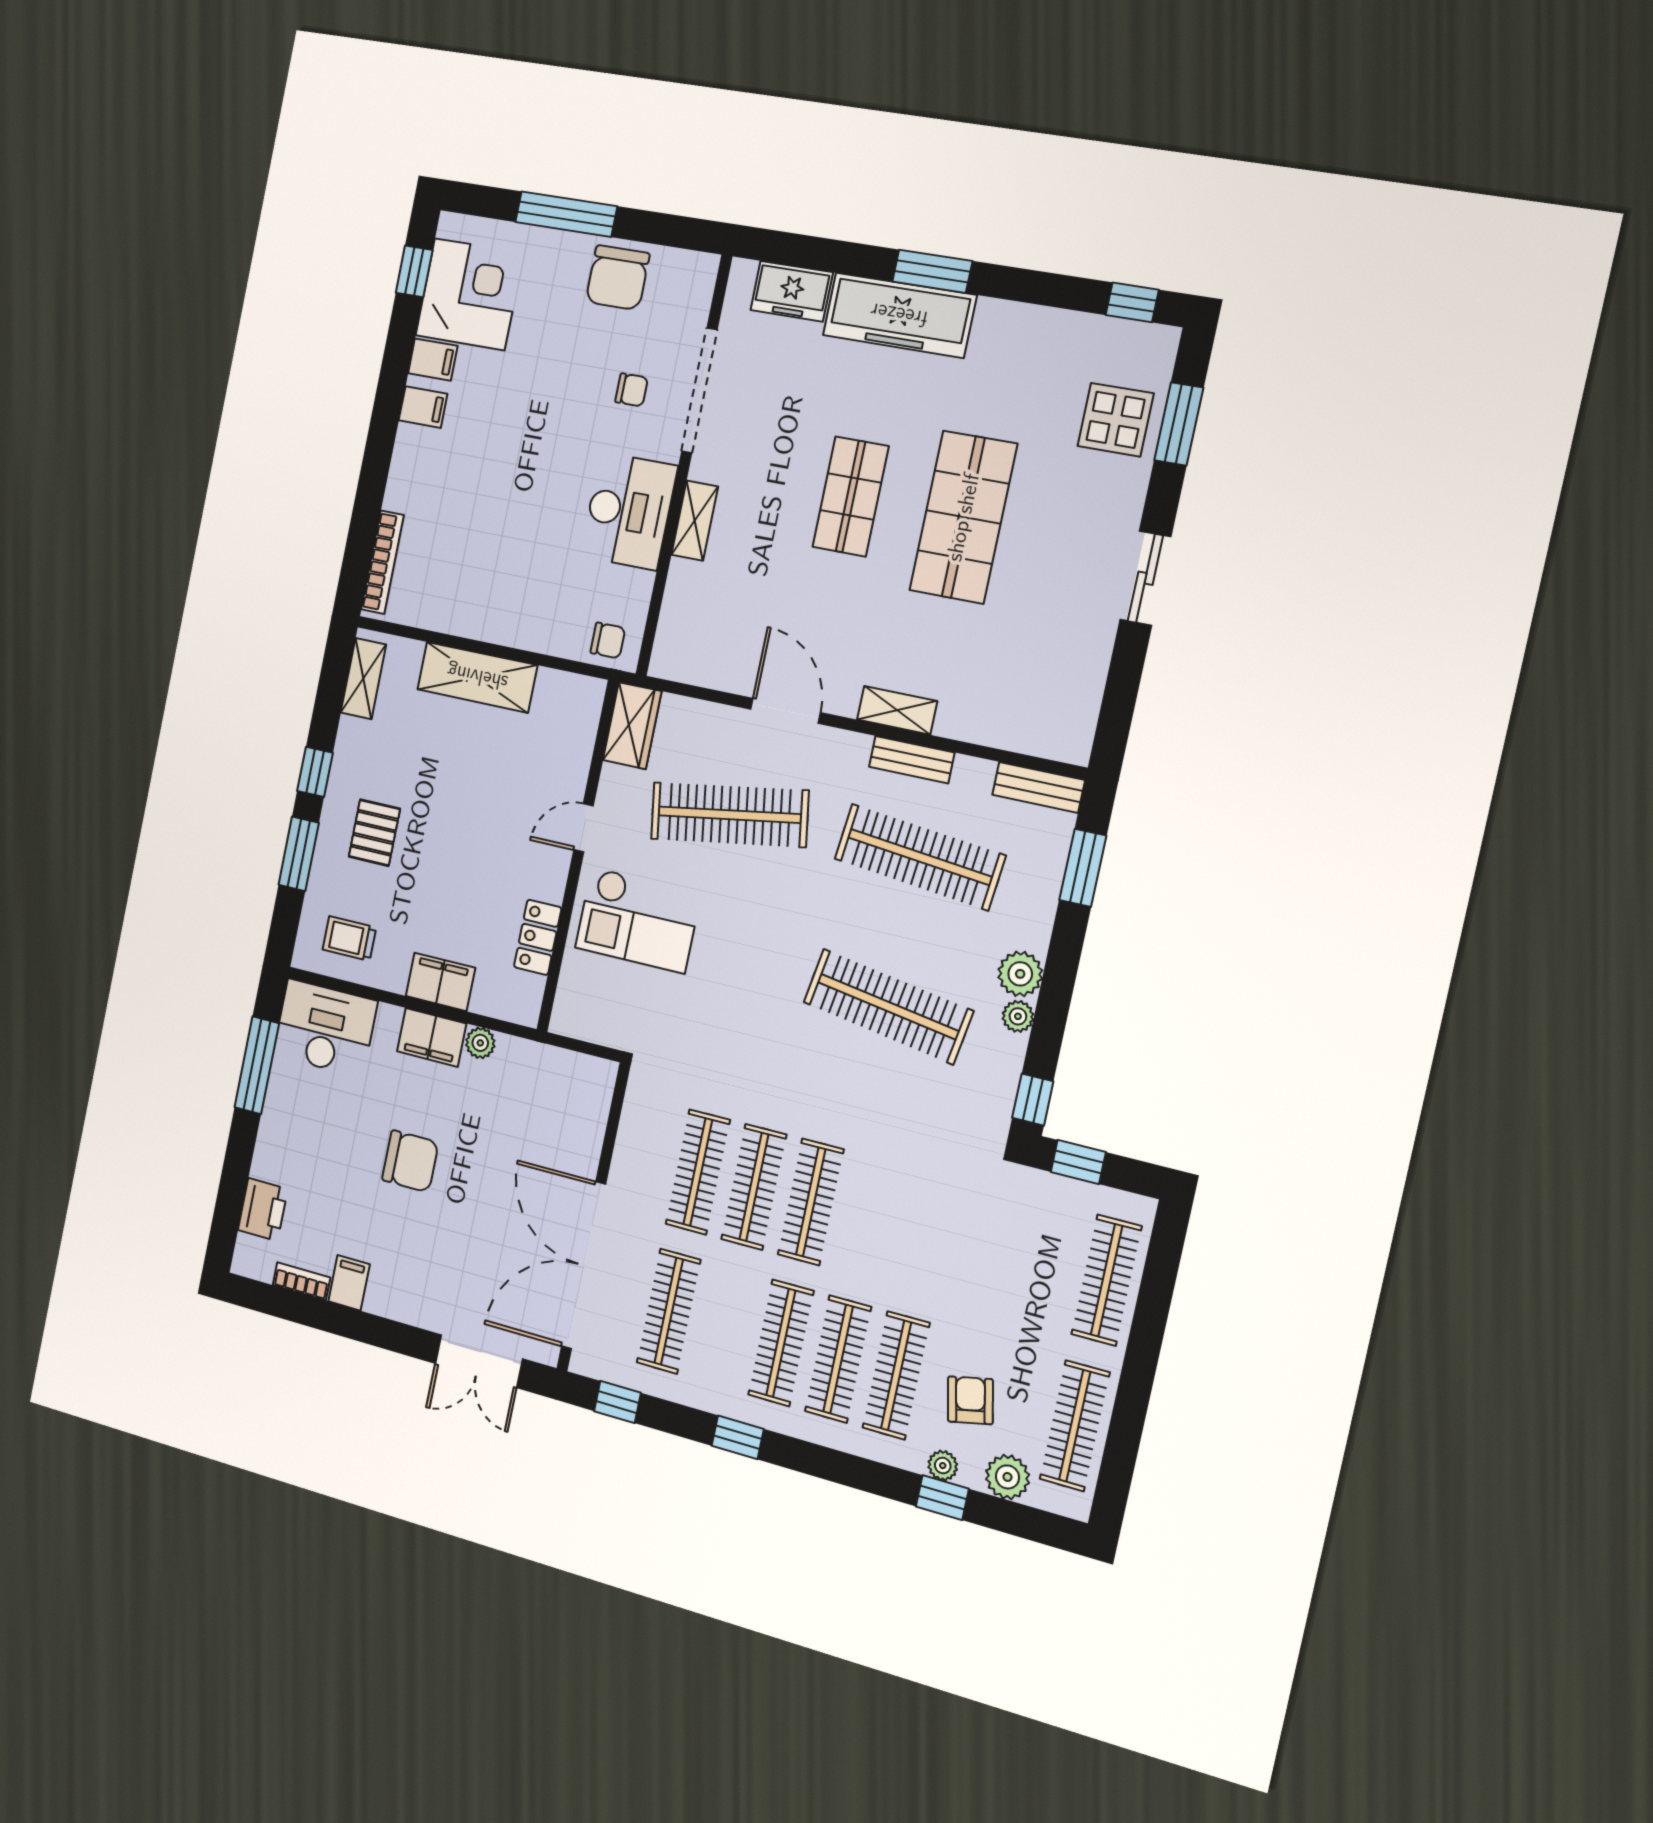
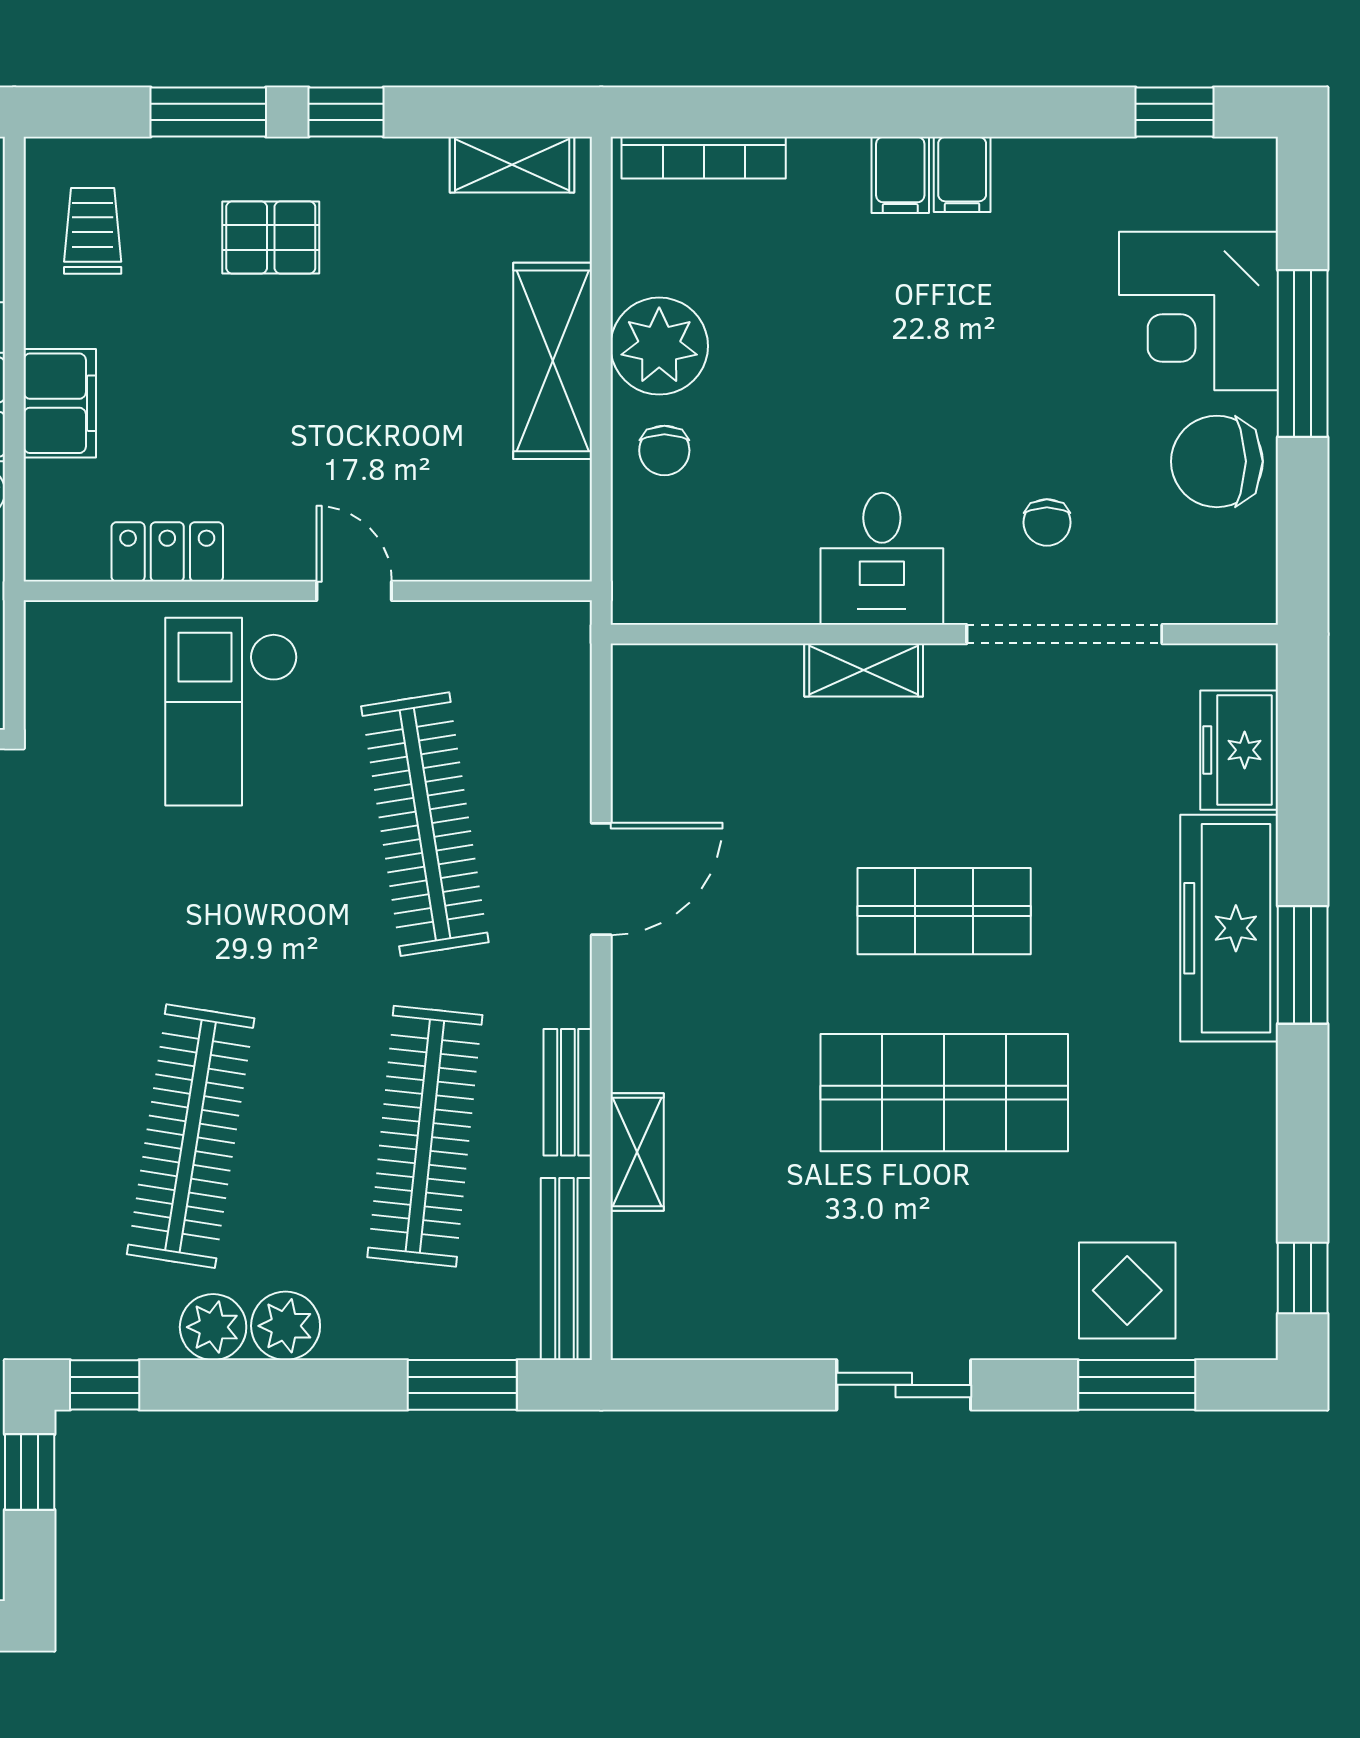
corner desk: (470, 294) -> (1199, 311), moved, turned 90
filing cabinet: (433, 360) -> (900, 175), moved
desk: (629, 511) -> (882, 559), width x0.73
plant: (482, 611) -> (659, 346), added
chair: (608, 640) -> (664, 450), moved
shelving: (897, 710) -> (637, 1152), moved
wardrobe: (632, 726) -> (529, 637), removed
bench: (1039, 787) -> (566, 1269), width x1.36
plant: (1018, 1016) -> (213, 1327), width x1.38, depth x1.38

